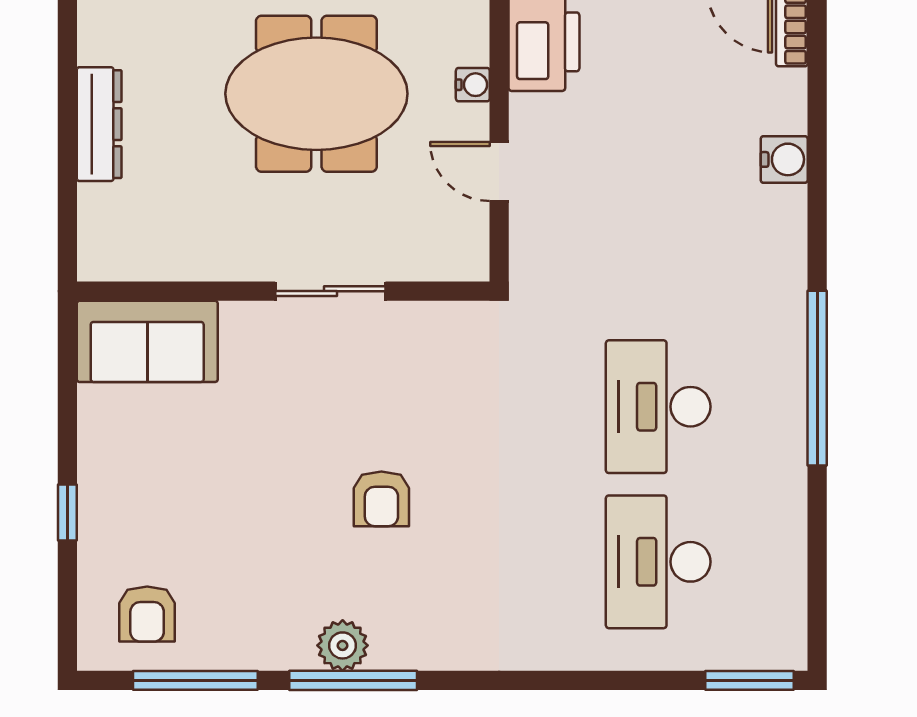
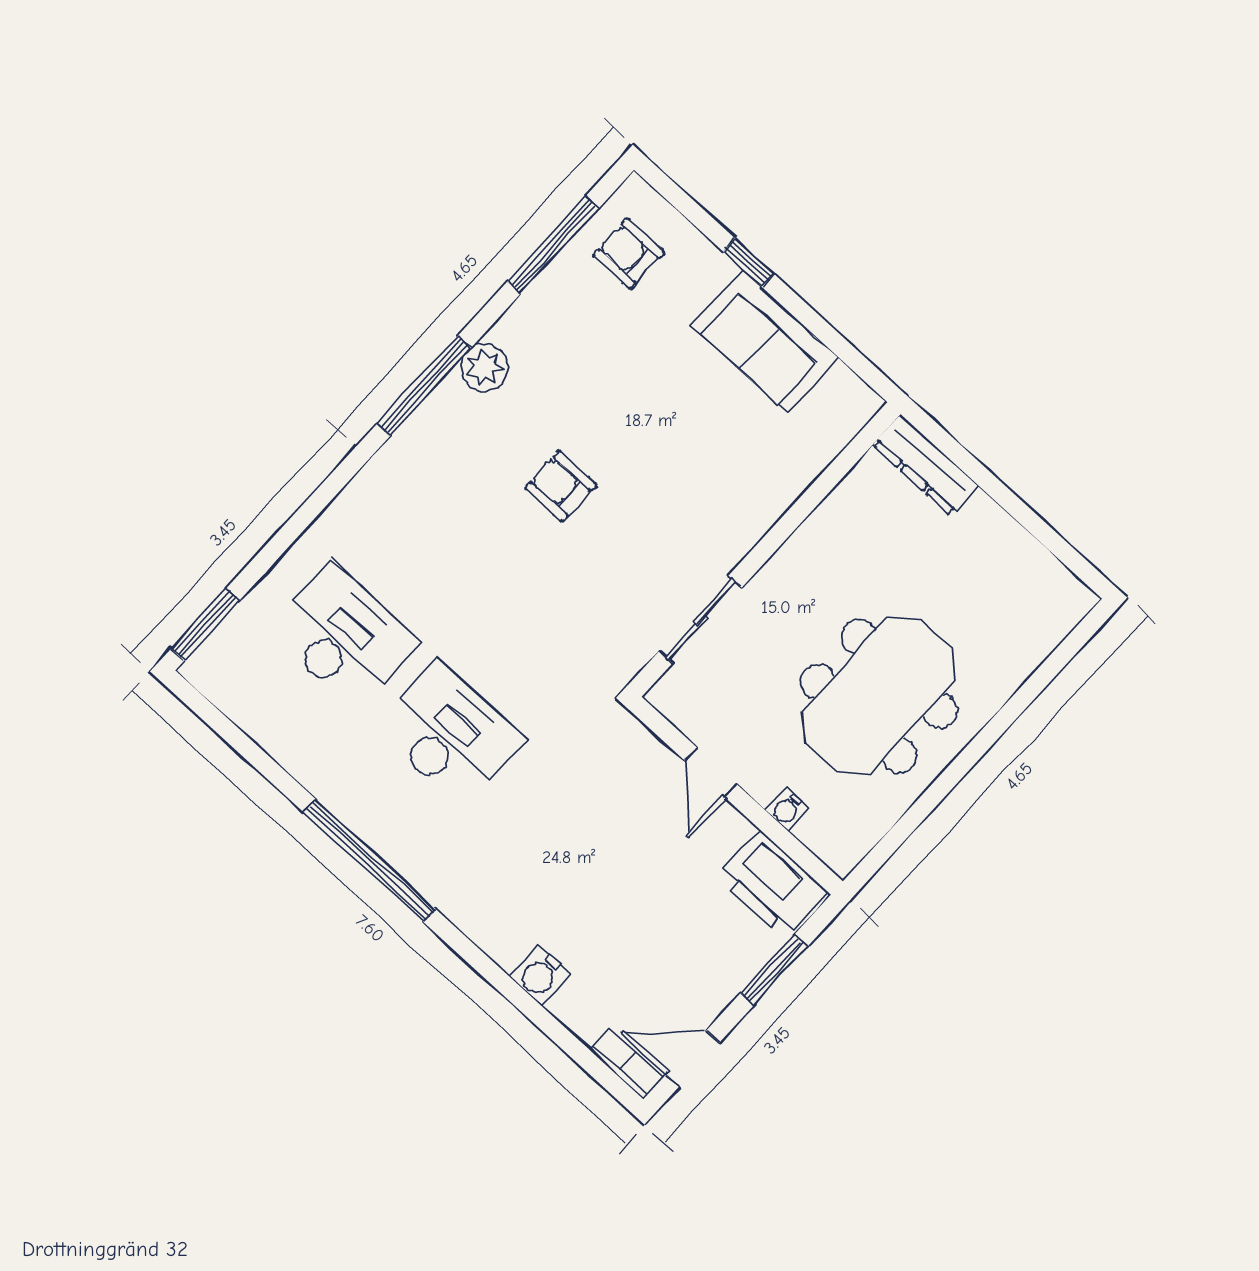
dresser: (99, 124) -> (926, 465), moved
door: (499, 172) -> (711, 773), swing flipped
sliding door: (330, 291) -> (700, 619), moved
sofa: (147, 341) -> (765, 341), moved, turned -90
window: (353, 680) -> (424, 386), moved

